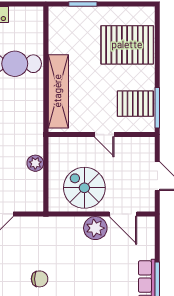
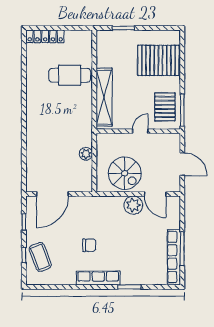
pallet: (135, 104) -> (165, 107), turned 90
door: (104, 134) -> (140, 131), swing flipped
spiral stairs: (84, 188) -> (125, 173), turned 180

